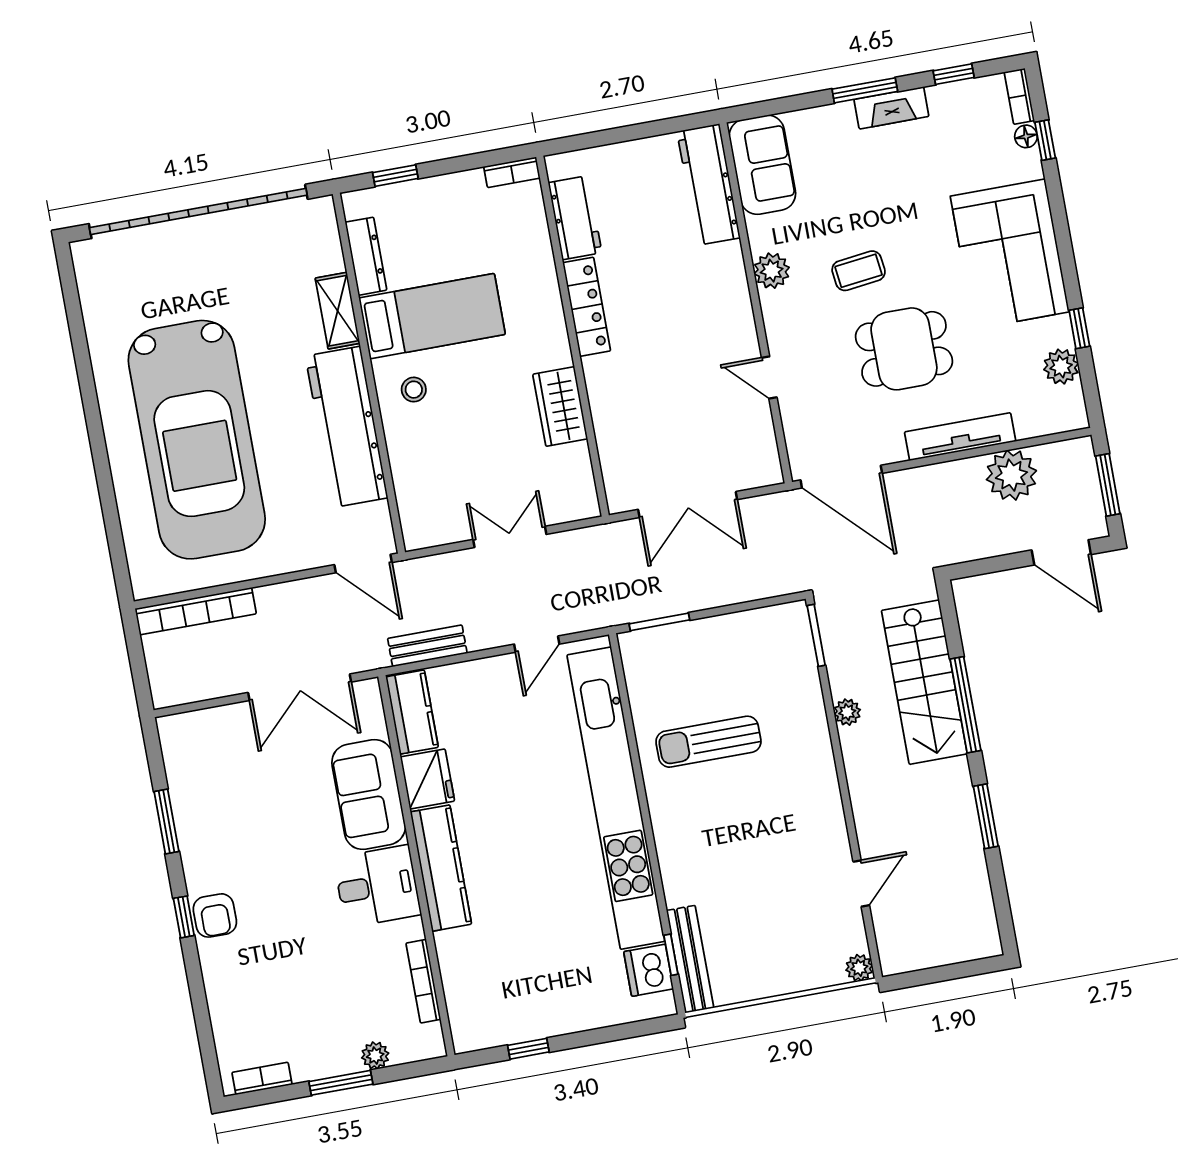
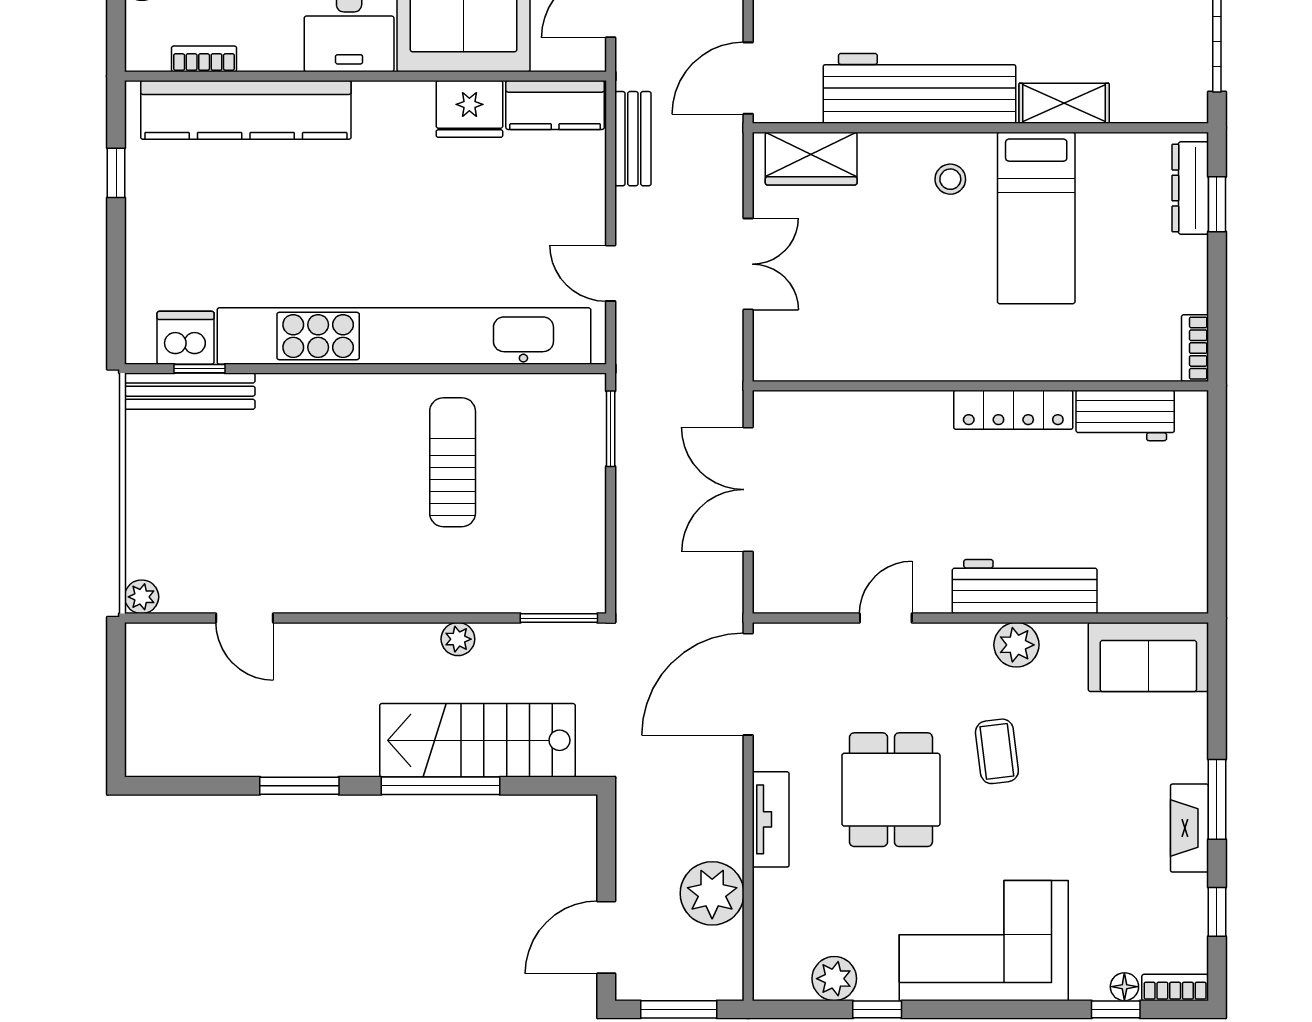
workbench: (709, 185) -> (1025, 587), moved
dresser: (366, 256) -> (1190, 188), moved, turned 90
wardrobe: (560, 406) -> (811, 159), moved, turned 180
tv unit: (960, 437) -> (771, 819), width x0.71
kitchen counter: (441, 868) -> (246, 110), moved, width x1.39, depth x1.17
bookcase: (423, 981) -> (204, 59), width x0.64

